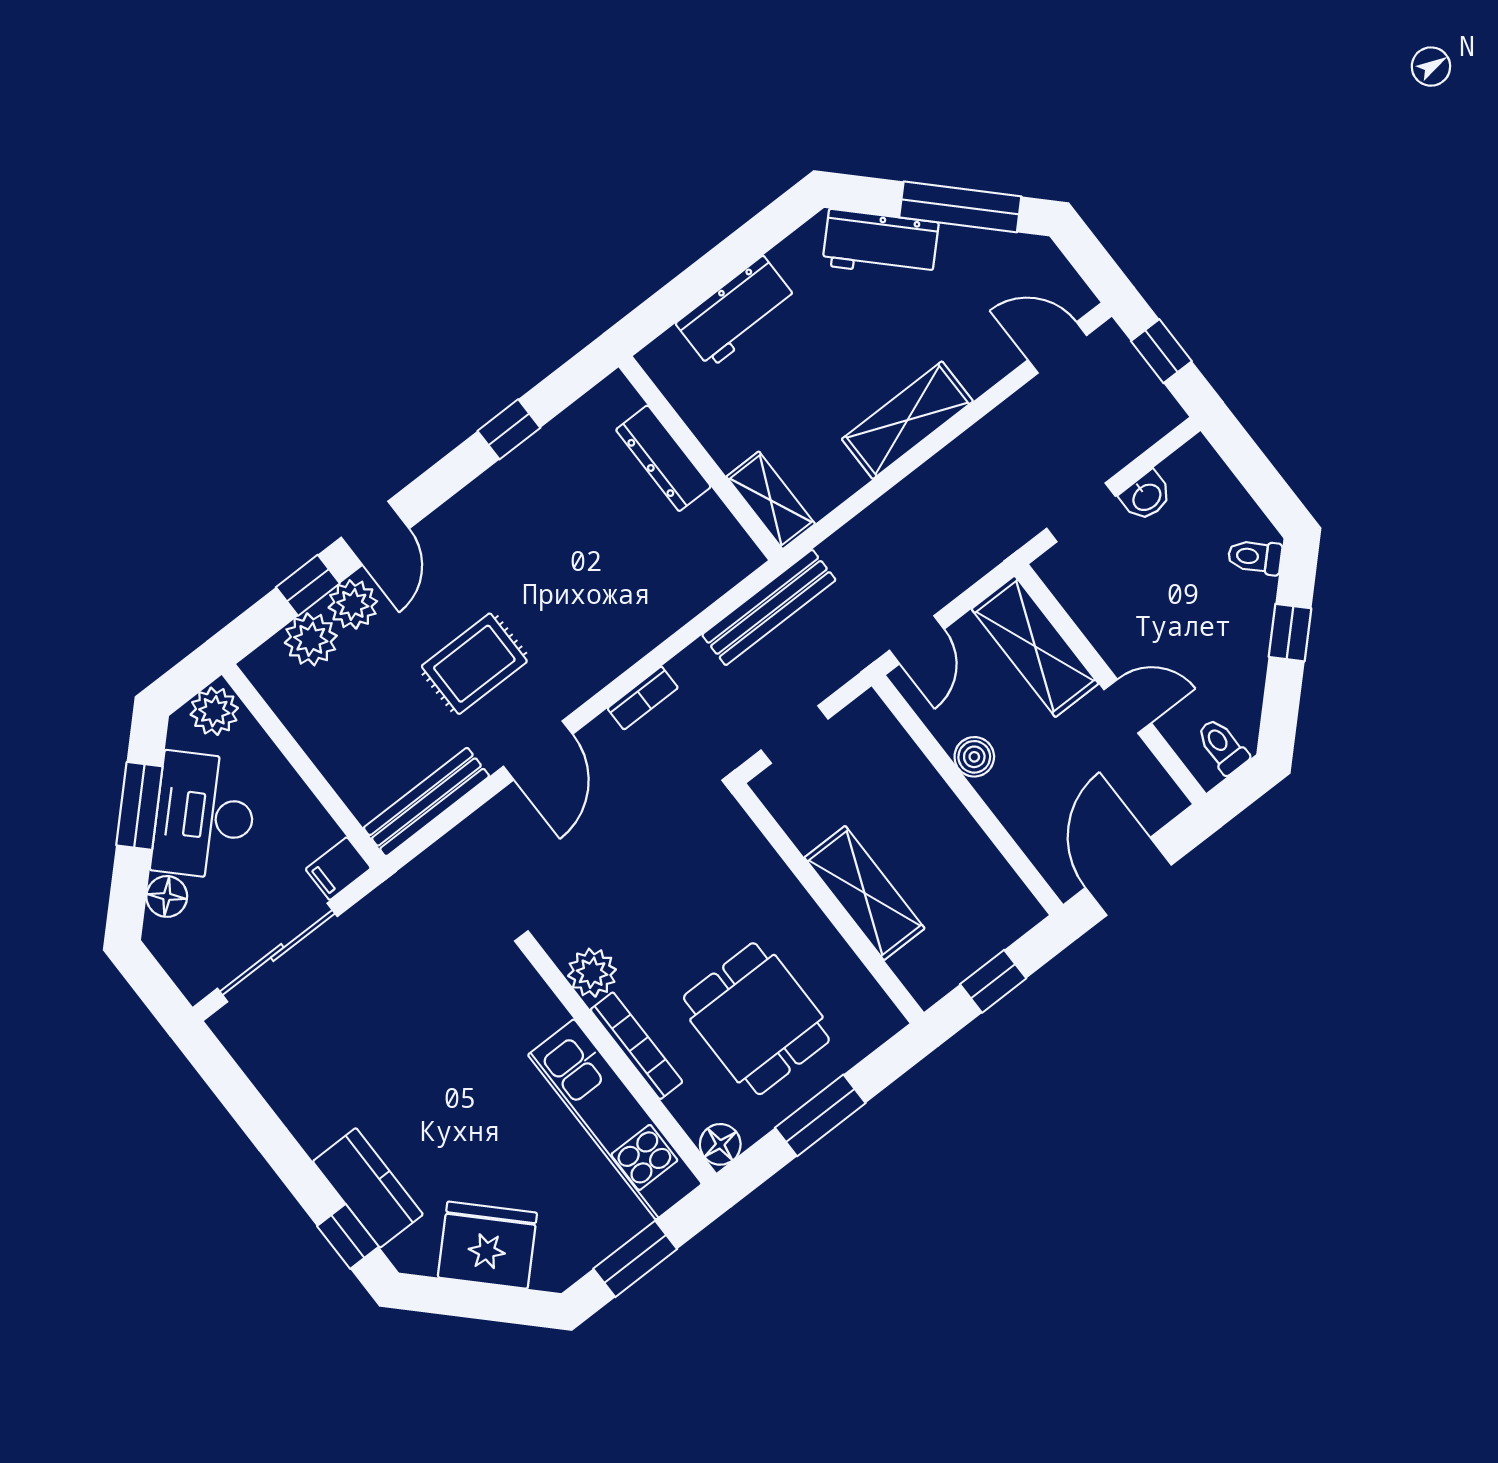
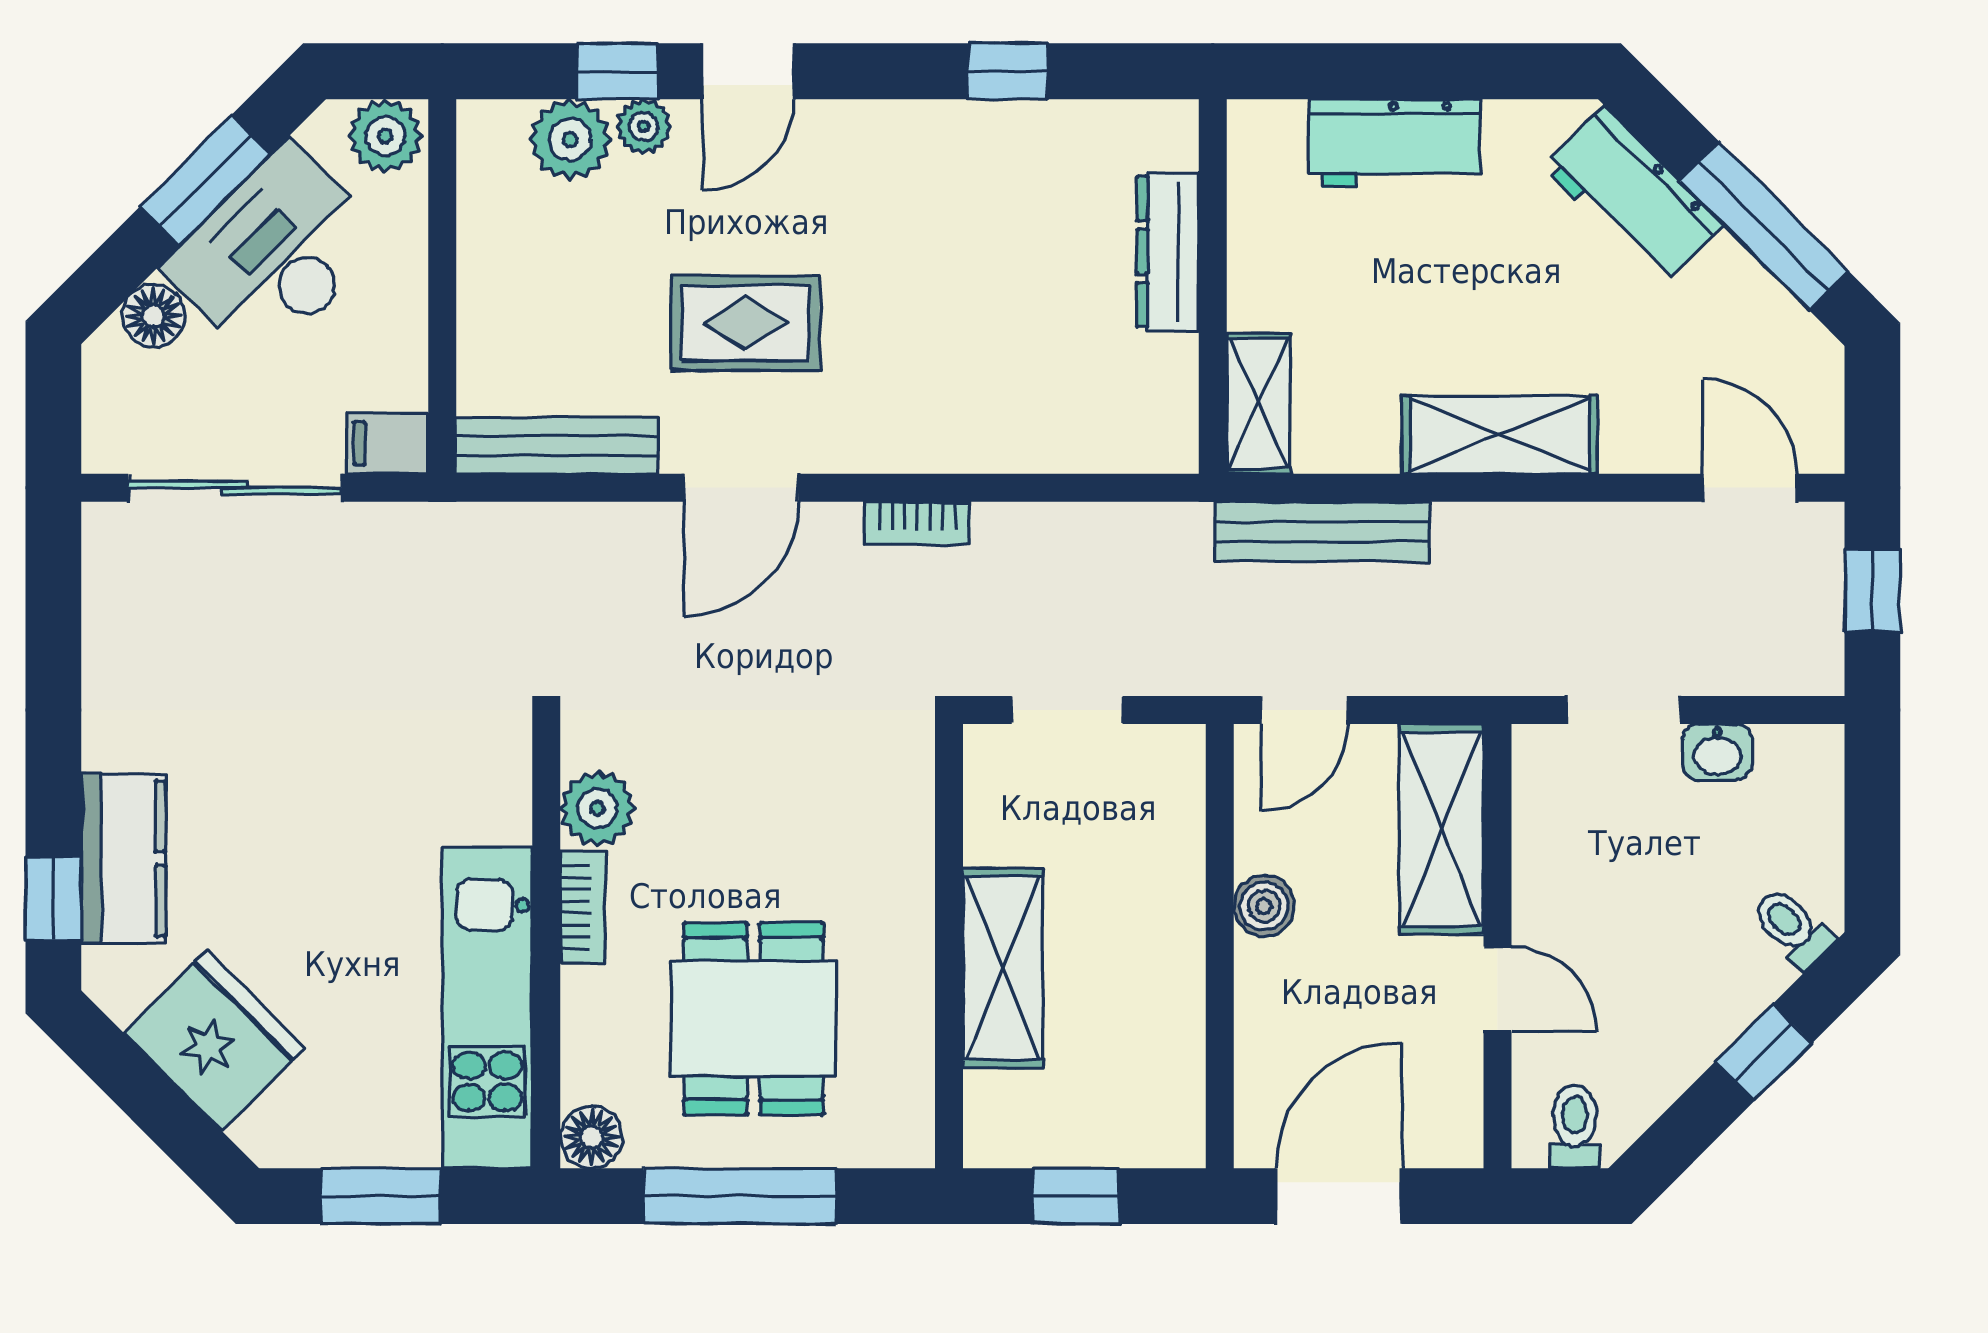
plant: (353, 604) -> (644, 126), width x0.73, depth x0.73
bench: (769, 607) -> (1322, 532), moved
bookcase: (636, 1046) -> (583, 907), width x0.64
window: (820, 1115) -> (740, 1196), width x1.44

